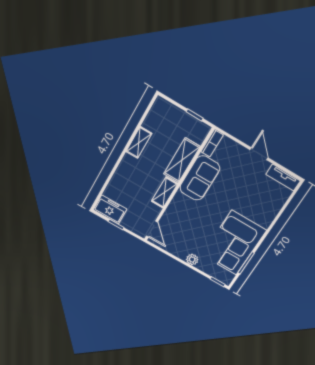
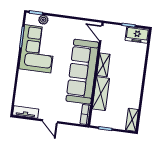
shelving: (139, 142) -> (132, 120), moved
sofa: (200, 178) -> (82, 72), width x1.85, depth x1.27
plant: (192, 260) -> (43, 20), moved

